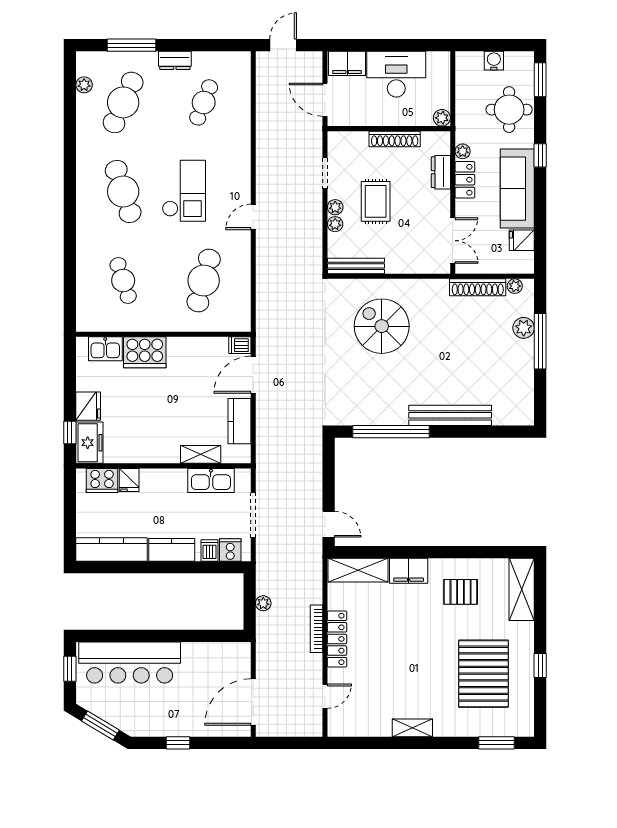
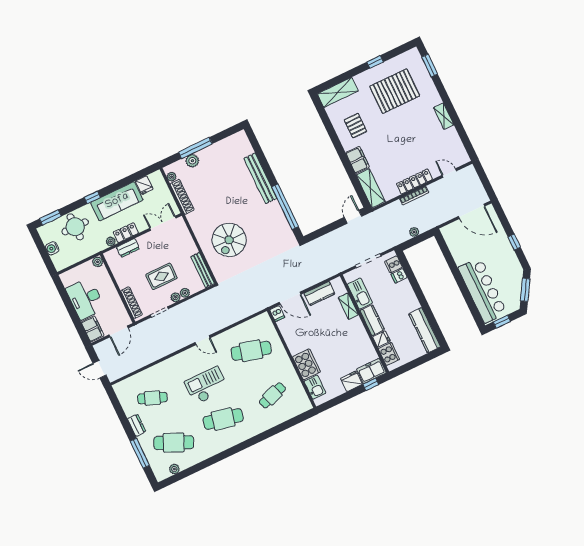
shoe rack: (395, 139) -> (132, 303), moved
cafe table: (123, 191) -> (223, 419), turned 30
kitchen counter: (172, 550) -> (372, 320), moved, turned 180

